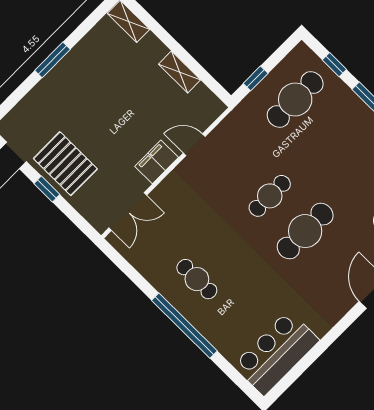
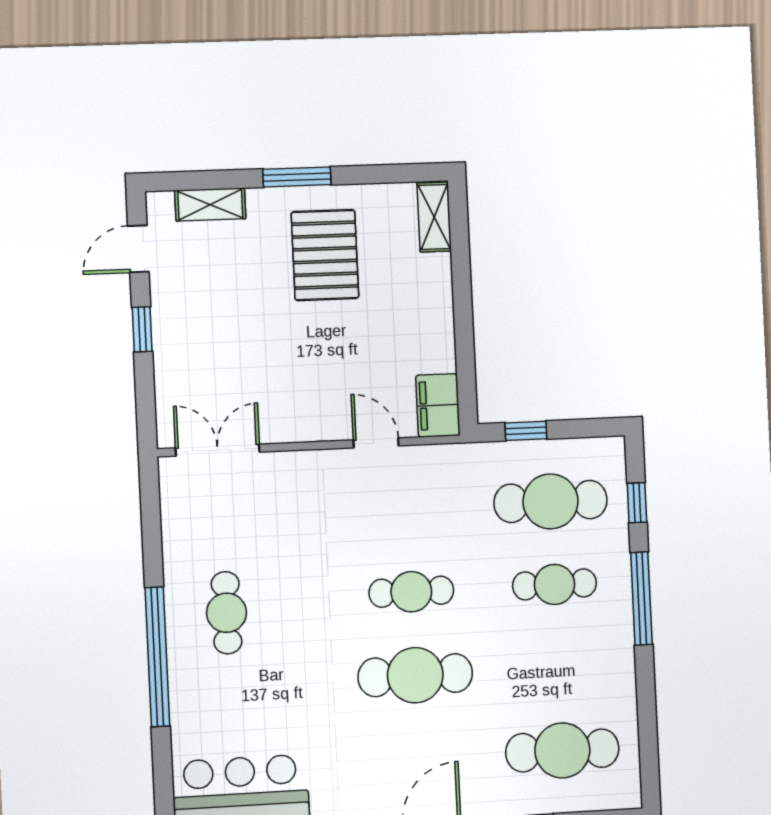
shelving: (179, 72) -> (210, 204), moved, turned 90
cafe table: (331, 135) -> (554, 584), added
filing cabinet: (157, 162) -> (438, 405), moved, turned -90
pallet: (65, 164) -> (325, 255), moved
double door: (128, 212) -> (218, 450), swing flipped

